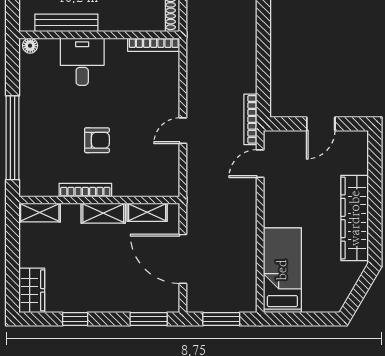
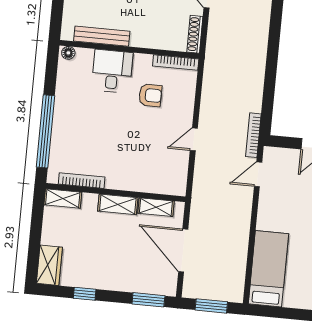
armchair: (97, 140) -> (150, 95), moved
bookcase: (85, 190) -> (82, 181), moved

